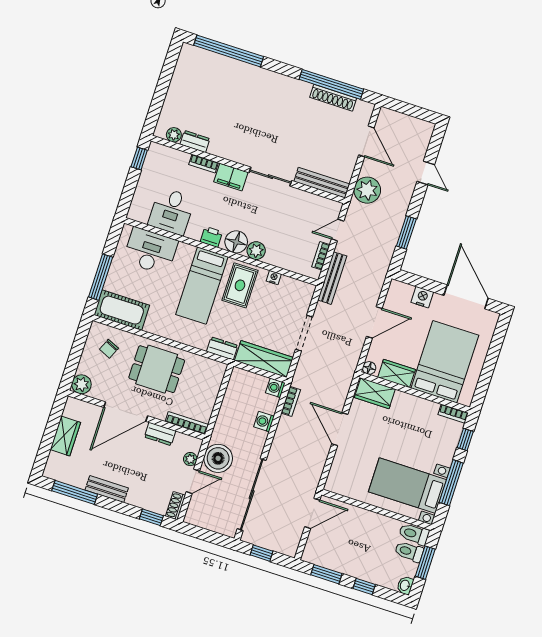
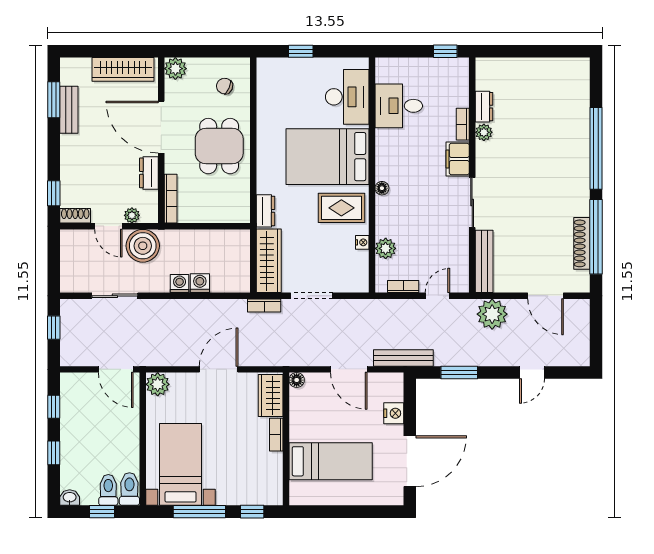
window: (229, 51) -> (596, 148), moved
plant: (174, 135) -> (484, 132), moved
door: (366, 141) -> (546, 296), hinge flipped
door: (338, 230) -> (437, 296), hinge flipped
printer: (211, 237) -> (385, 159), removed
floor lamp: (236, 242) -> (382, 188), width x0.53, depth x0.53
plant: (256, 251) -> (386, 248), moved
window: (101, 277) -> (301, 51), width x0.46
bench: (332, 278) -> (403, 358), moved
bed: (202, 286) -> (328, 157), width x1.50
cot: (122, 310) -> (272, 86), removed
bed: (445, 362) -> (331, 461), width x0.67
wardrobe: (397, 373) -> (300, 412), removed
washing machine: (275, 388) -> (180, 284), moved
bookcase: (291, 401) -> (264, 305), moved
bookcase: (453, 414) -> (276, 435), moved
wardrobe: (65, 436) -> (123, 69), width x1.50
plant: (336, 483) -> (158, 384), added
bench: (107, 489) -> (69, 110), moved
window: (75, 492) -> (54, 100), width x0.69
sliding door: (252, 495) -> (115, 296), width x0.54
window: (425, 563) -> (102, 512), width x0.67
window: (326, 574) -> (54, 407), width x0.67

